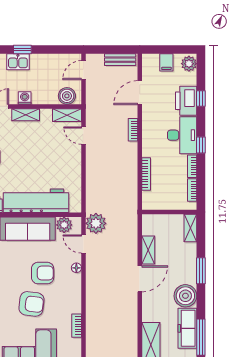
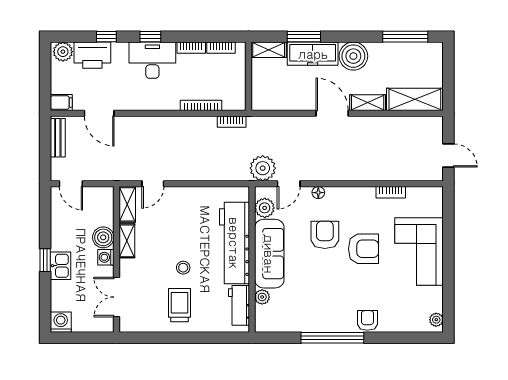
filing cabinet: (166, 62) -> (61, 102), moved
boiler: (67, 96) -> (103, 237), moved
printer: (186, 101) -> (92, 55), moved
shelving: (26, 115) -> (127, 241), moved
bookcase: (133, 130) -> (232, 122), moved
window: (201, 145) -> (150, 37), moved
stool: (16, 160) -> (183, 268), added
shelving: (148, 250) -> (368, 103), moved
window: (201, 271) -> (304, 37), moved
armchair: (31, 304) -> (364, 249), turned 83
freezer: (187, 328) -> (313, 54), moved

